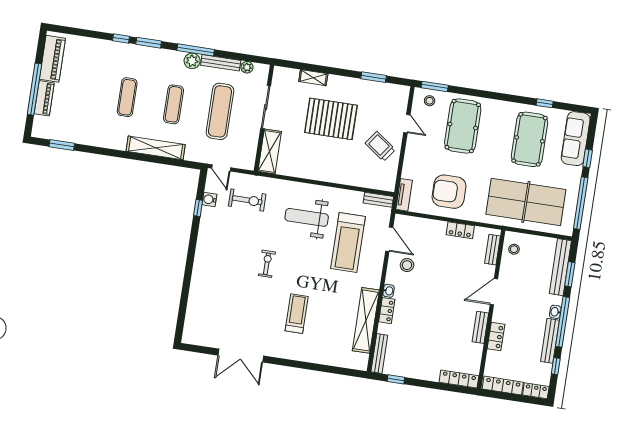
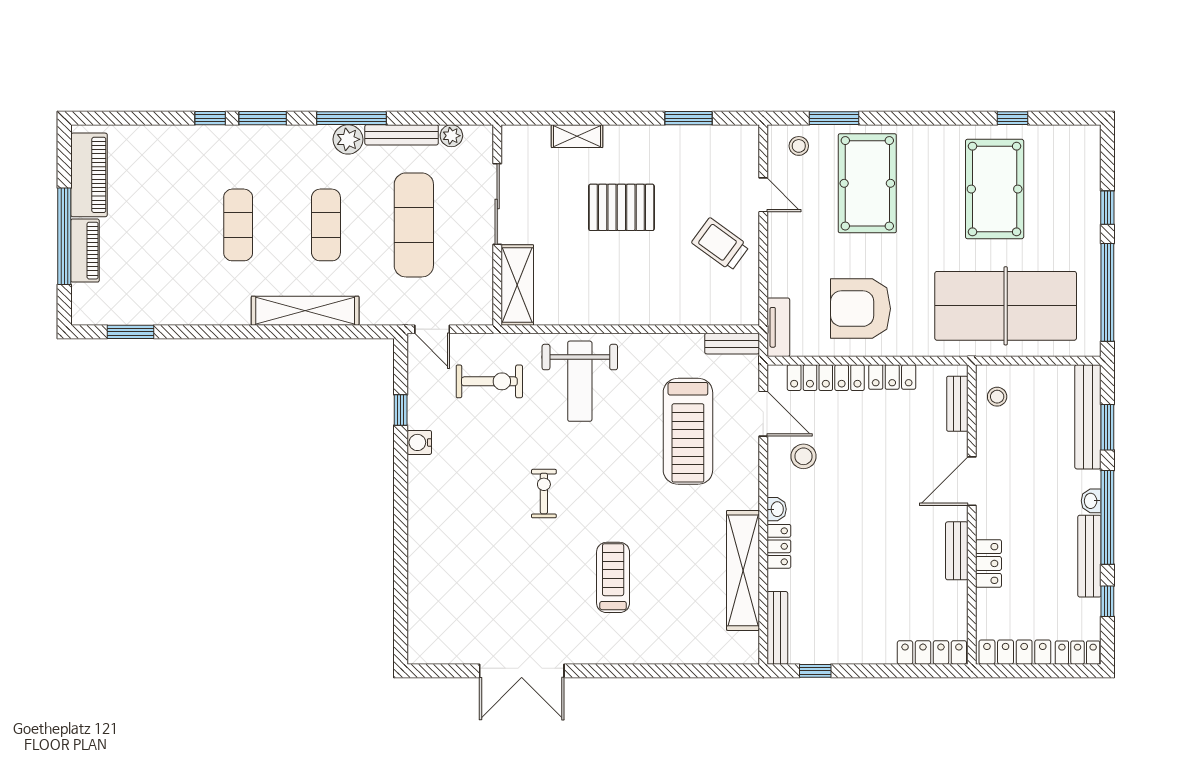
window: (435, 86) -> (834, 118), moved
pallet: (331, 119) -> (621, 207), width x0.73, depth x0.71
sofa: (576, 139) -> (1080, 175), removed
water cooler: (209, 199) -> (419, 442), moved
weight bench: (307, 217) -> (580, 381), moved, turned -90
locker: (425, 225) -> (826, 378), added

